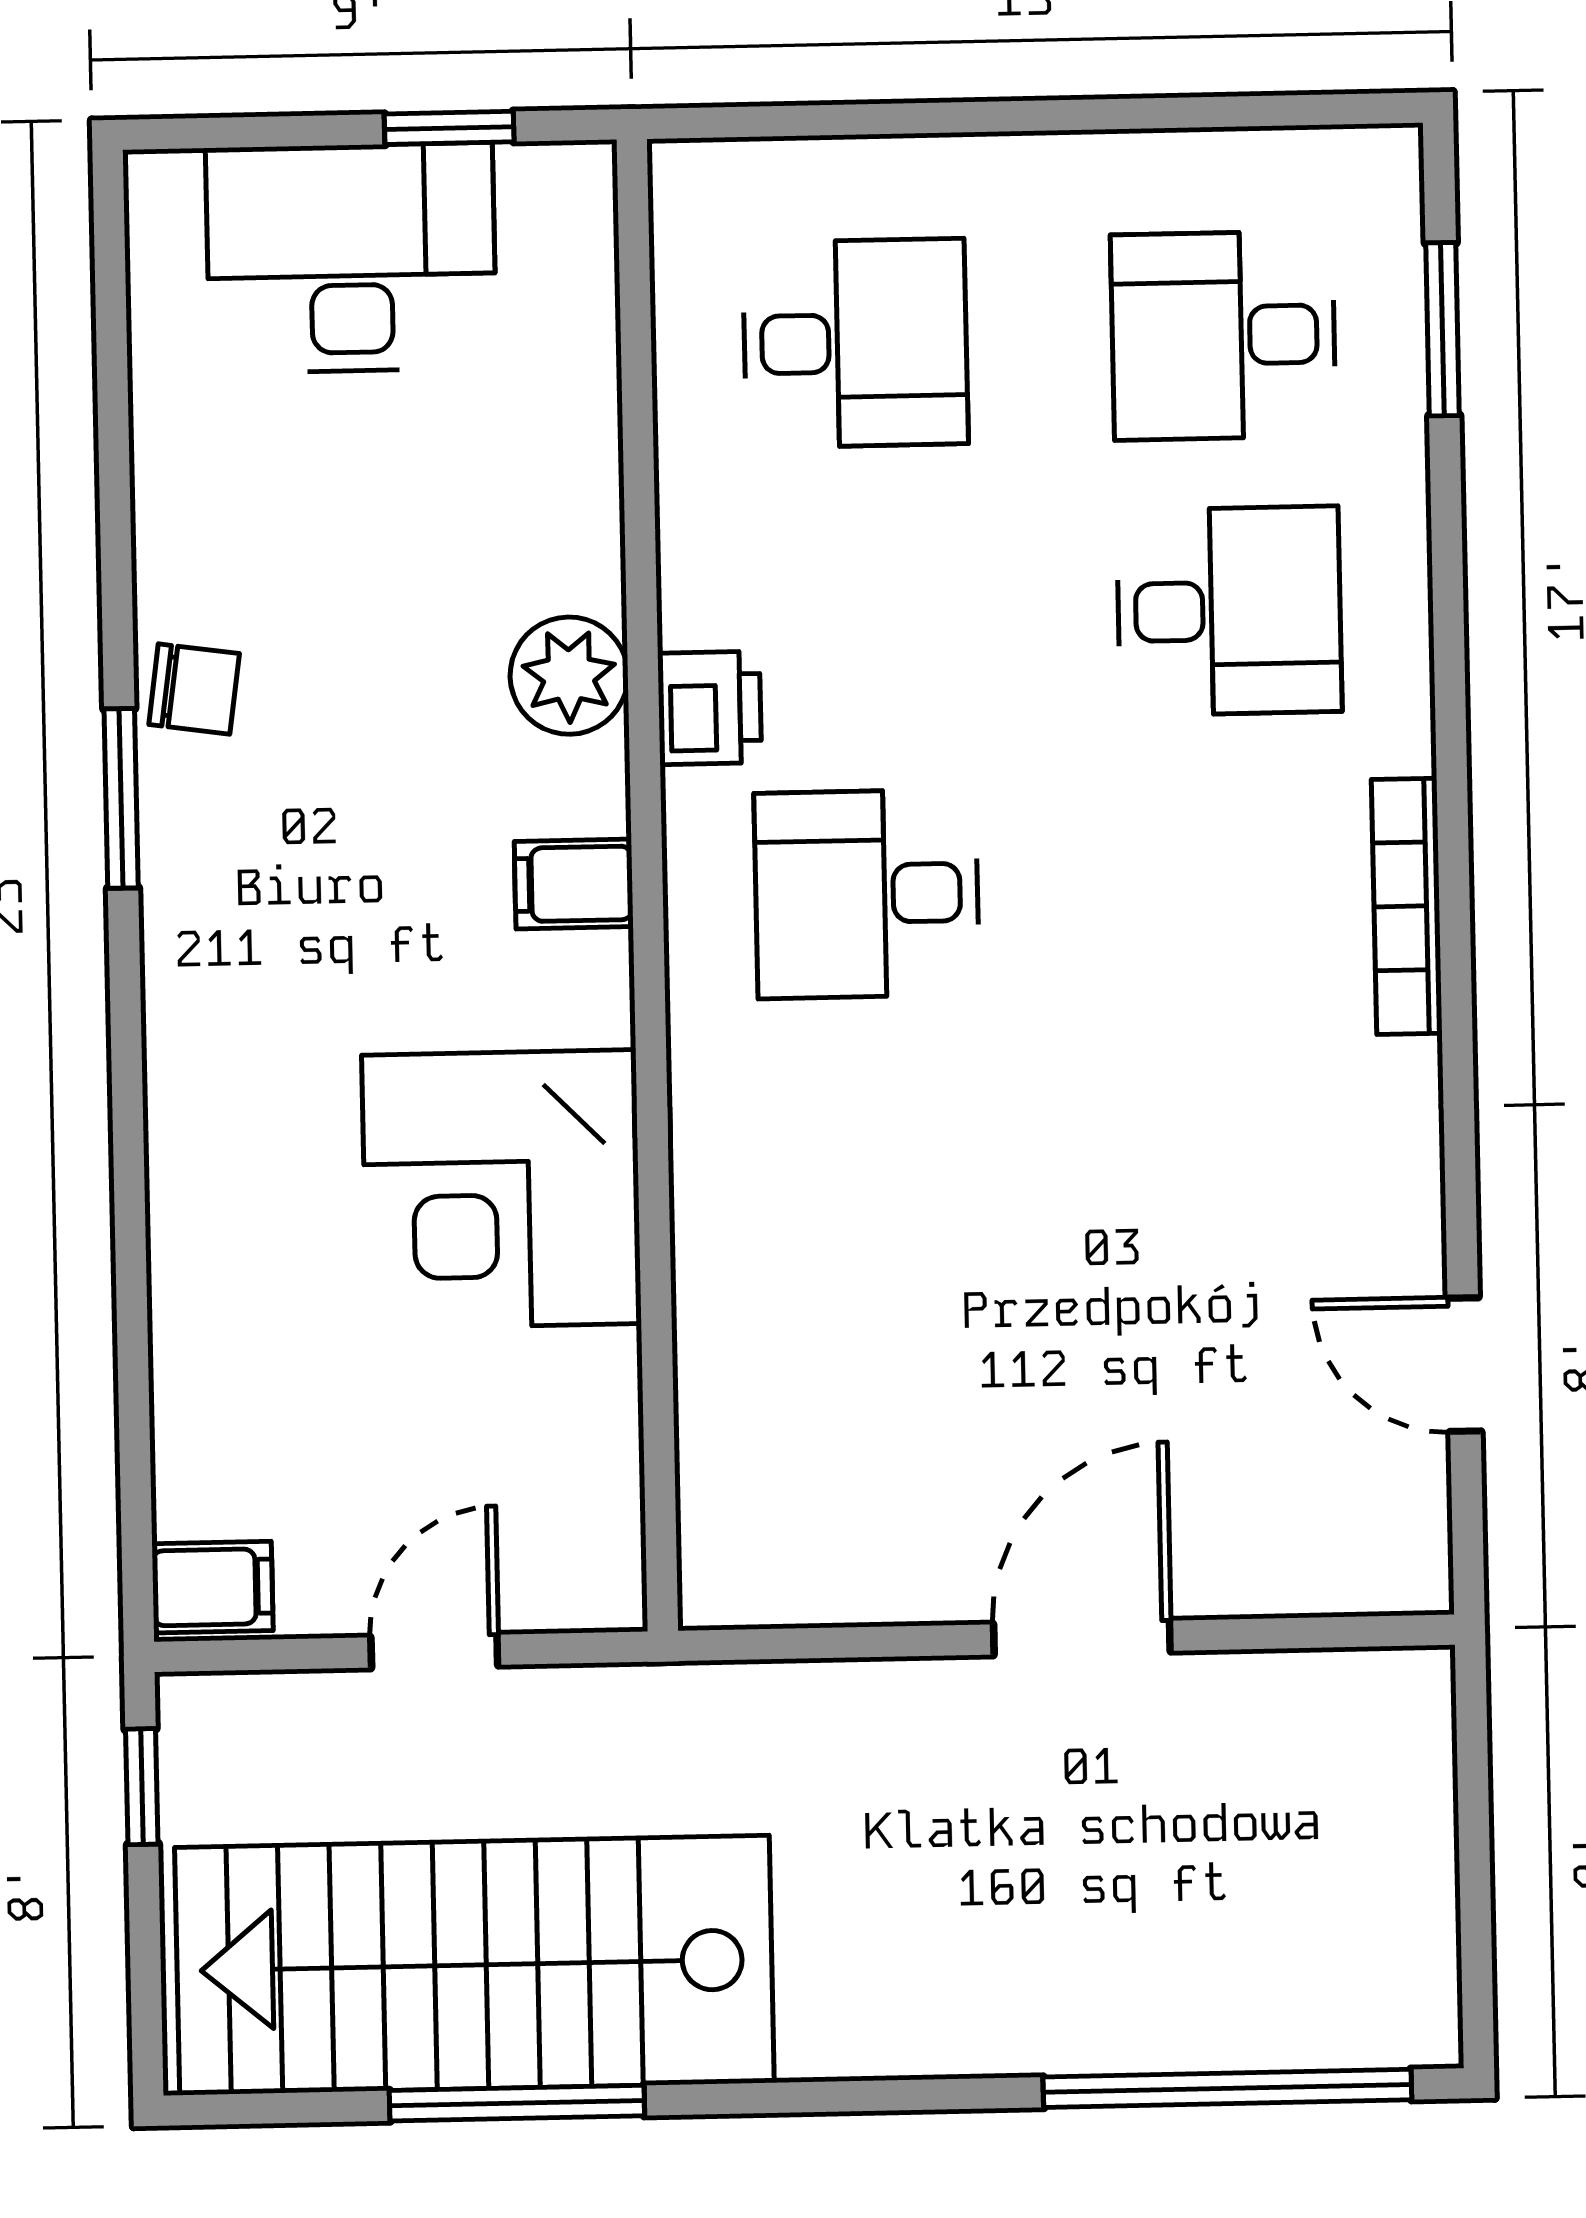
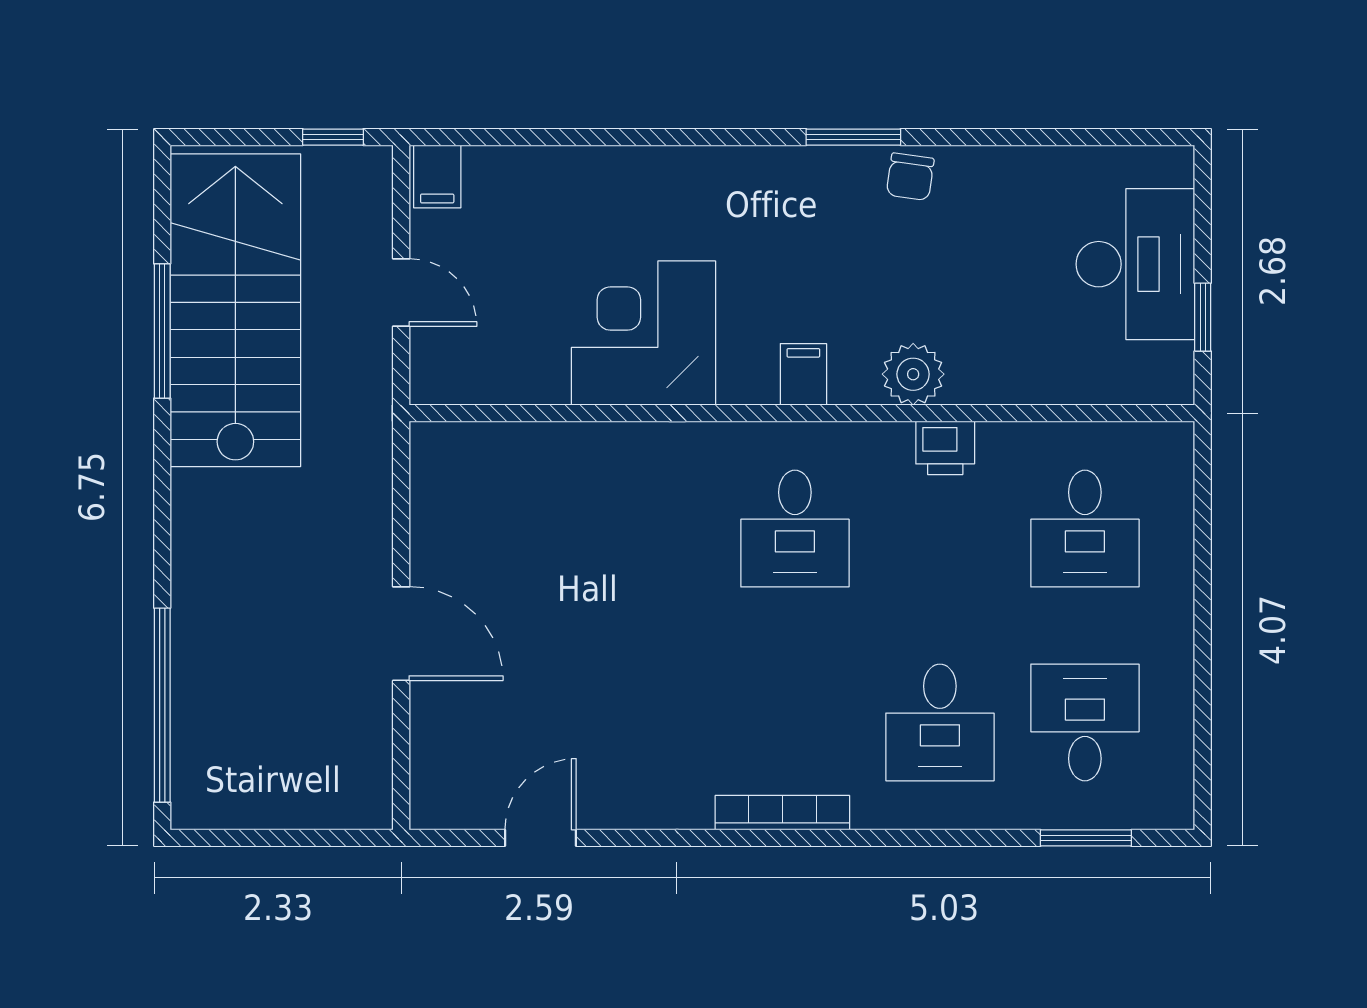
printer: (710, 708) -> (945, 448), moved
desk: (867, 894) -> (795, 529), turned 180

